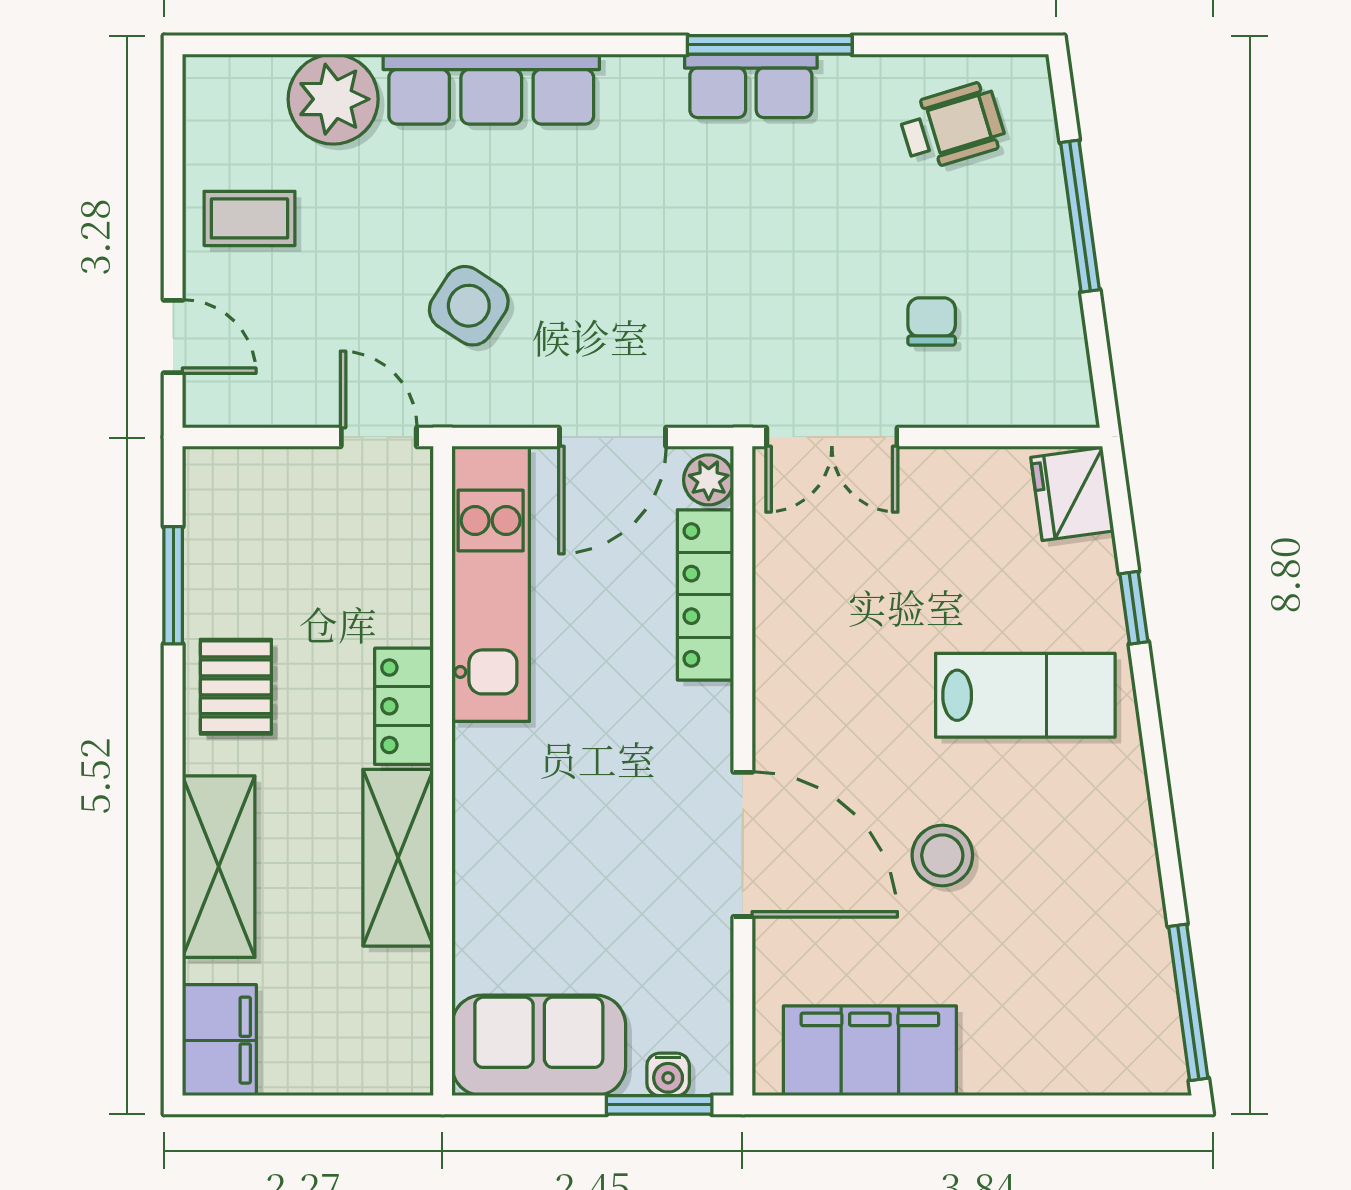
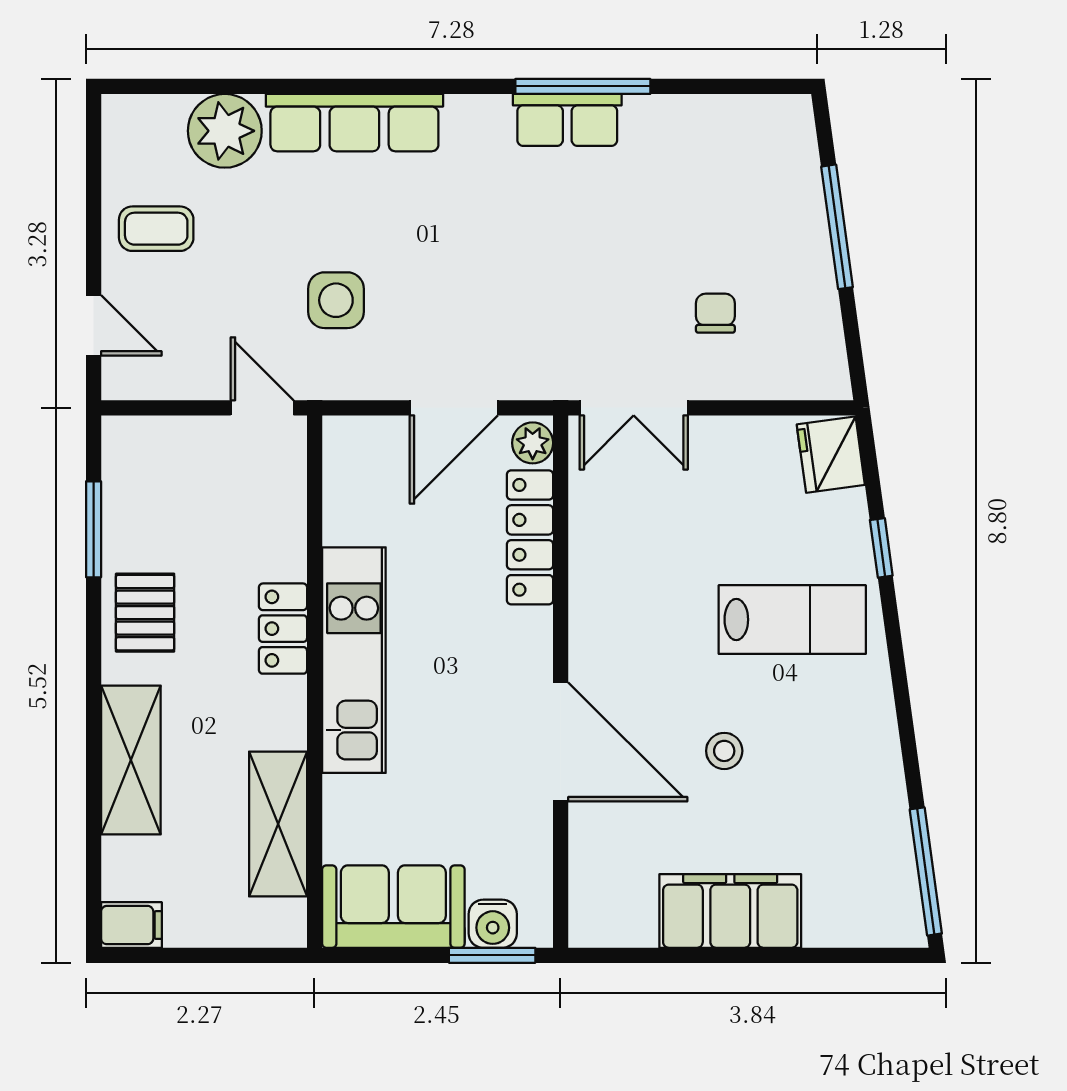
wheelchair: (952, 126) -> (732, 153), removed
side table: (469, 306) -> (336, 300), turned -33
kitchen unit: (491, 584) -> (354, 660), moved
stool: (942, 855) -> (724, 751), width x0.73, depth x0.73
shelving: (398, 858) -> (278, 824), moved
filing cabinet: (219, 1040) -> (131, 925), width x0.50
filing cabinet: (870, 1051) -> (730, 911), moved
water cooler: (668, 1074) -> (493, 924), width x1.38, depth x1.38

